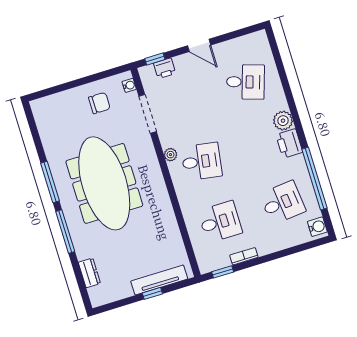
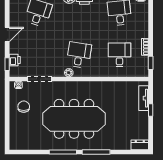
dresser: (89, 273) -> (140, 145), moved
tv unit: (159, 280) -> (144, 98), width x0.71

